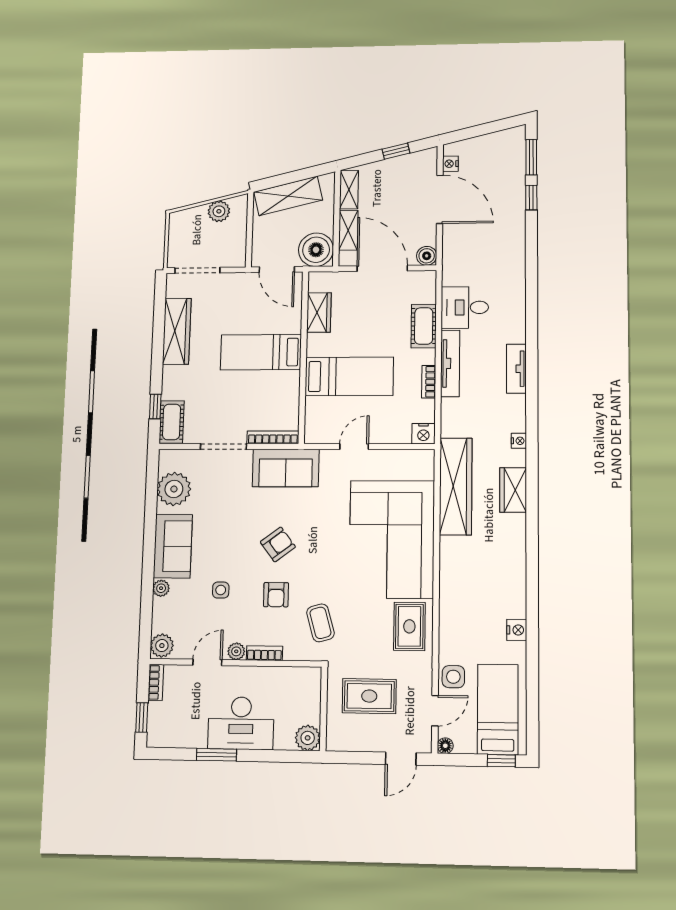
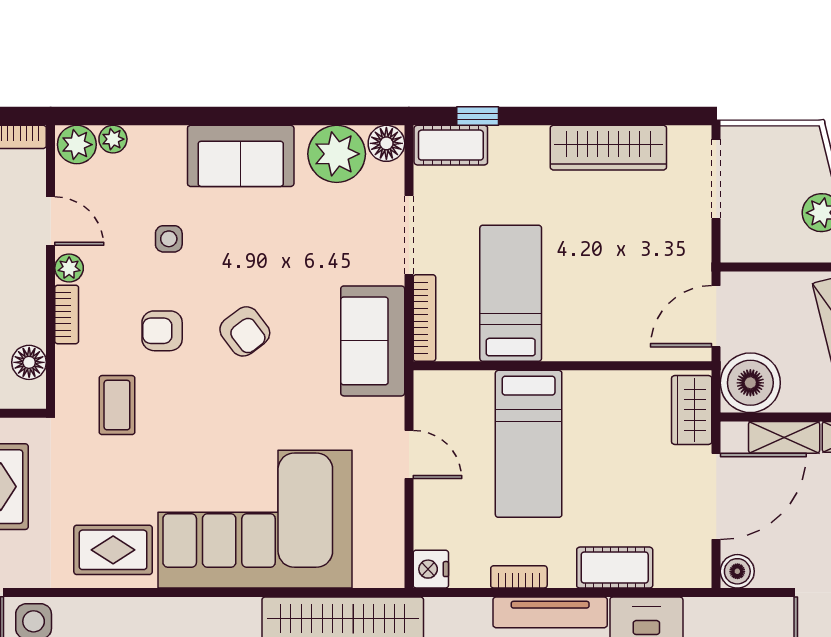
wardrobe: (319, 313) -> (692, 410), moved, turned 90
bed: (261, 352) -> (511, 293), moved
floor lamp: (169, 460) -> (386, 143), added
plant: (161, 588) -> (113, 139), moved
coffee table: (320, 623) -> (117, 405), turned -74
floor lamp: (293, 677) -> (29, 362), added

